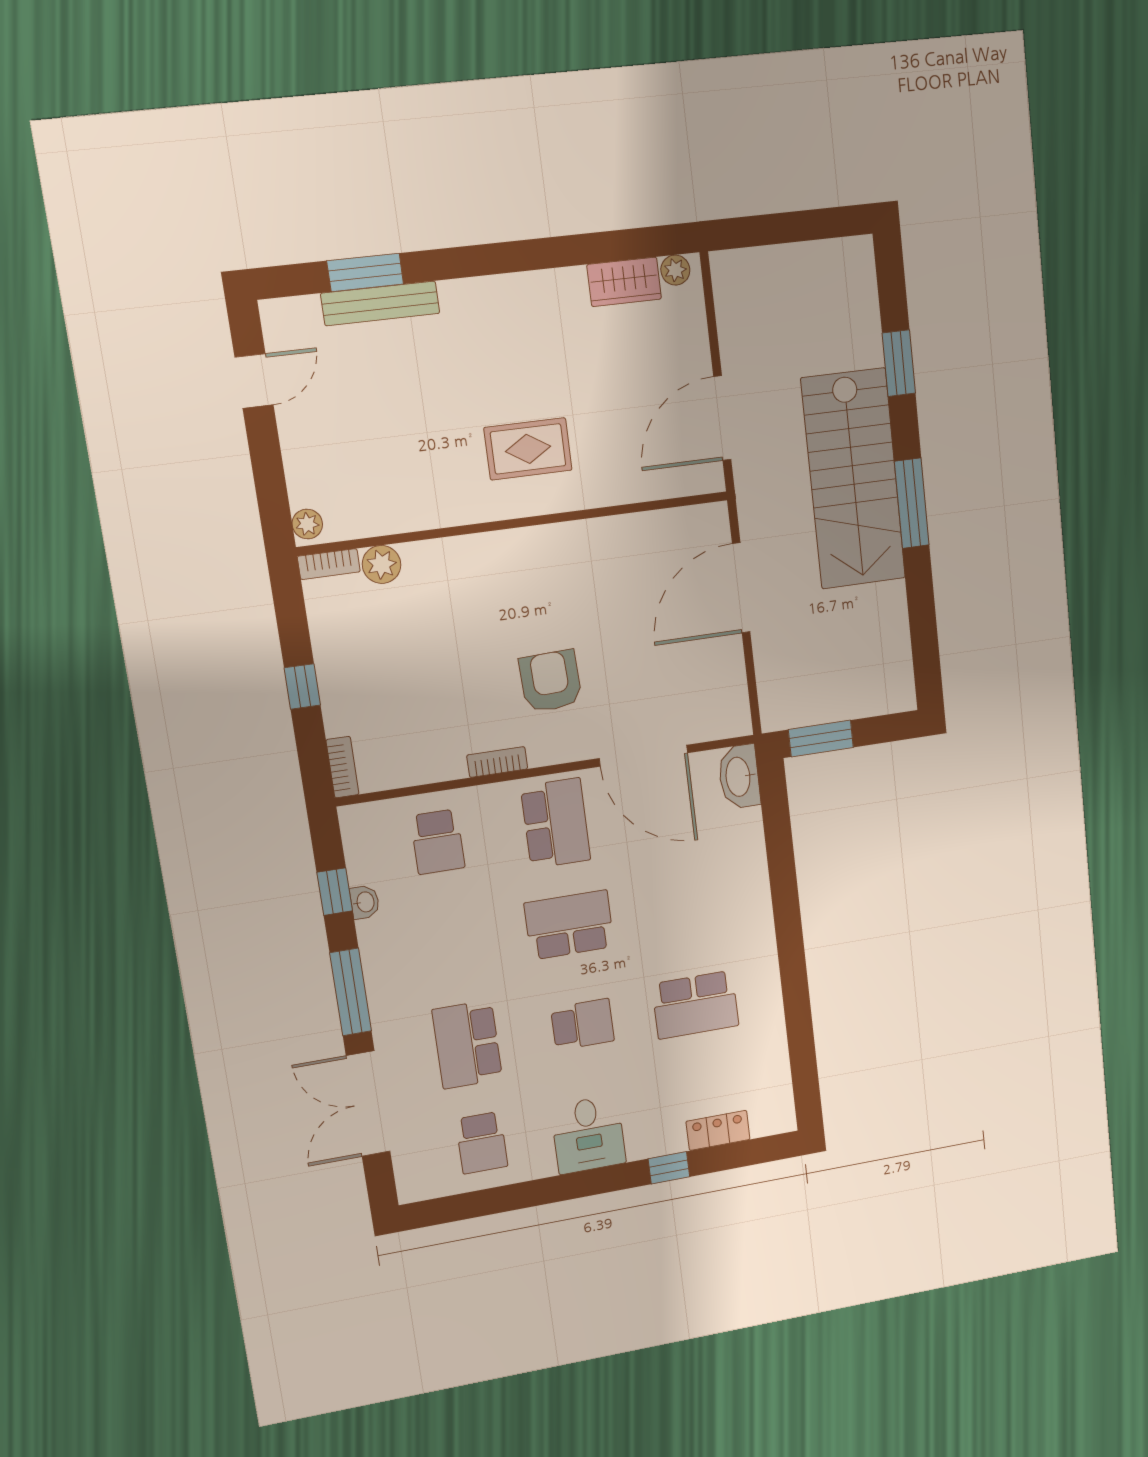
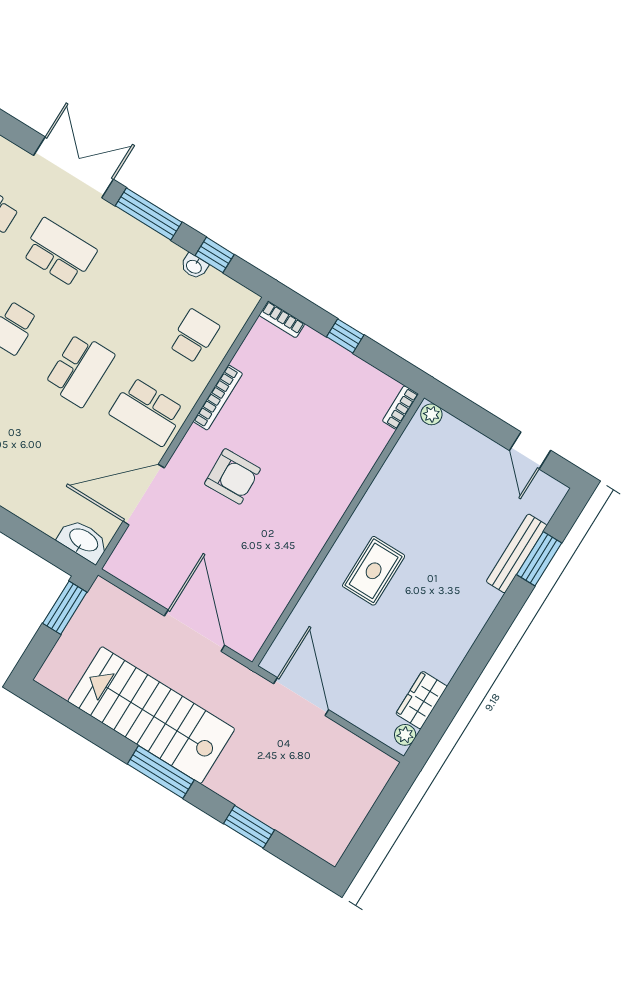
stairs: (854, 479) -> (151, 715), moved
plant: (382, 564) -> (376, 436), removed
bookcase: (497, 762) -> (218, 398), width x1.56
school desk: (438, 842) -> (194, 336), turned 90

